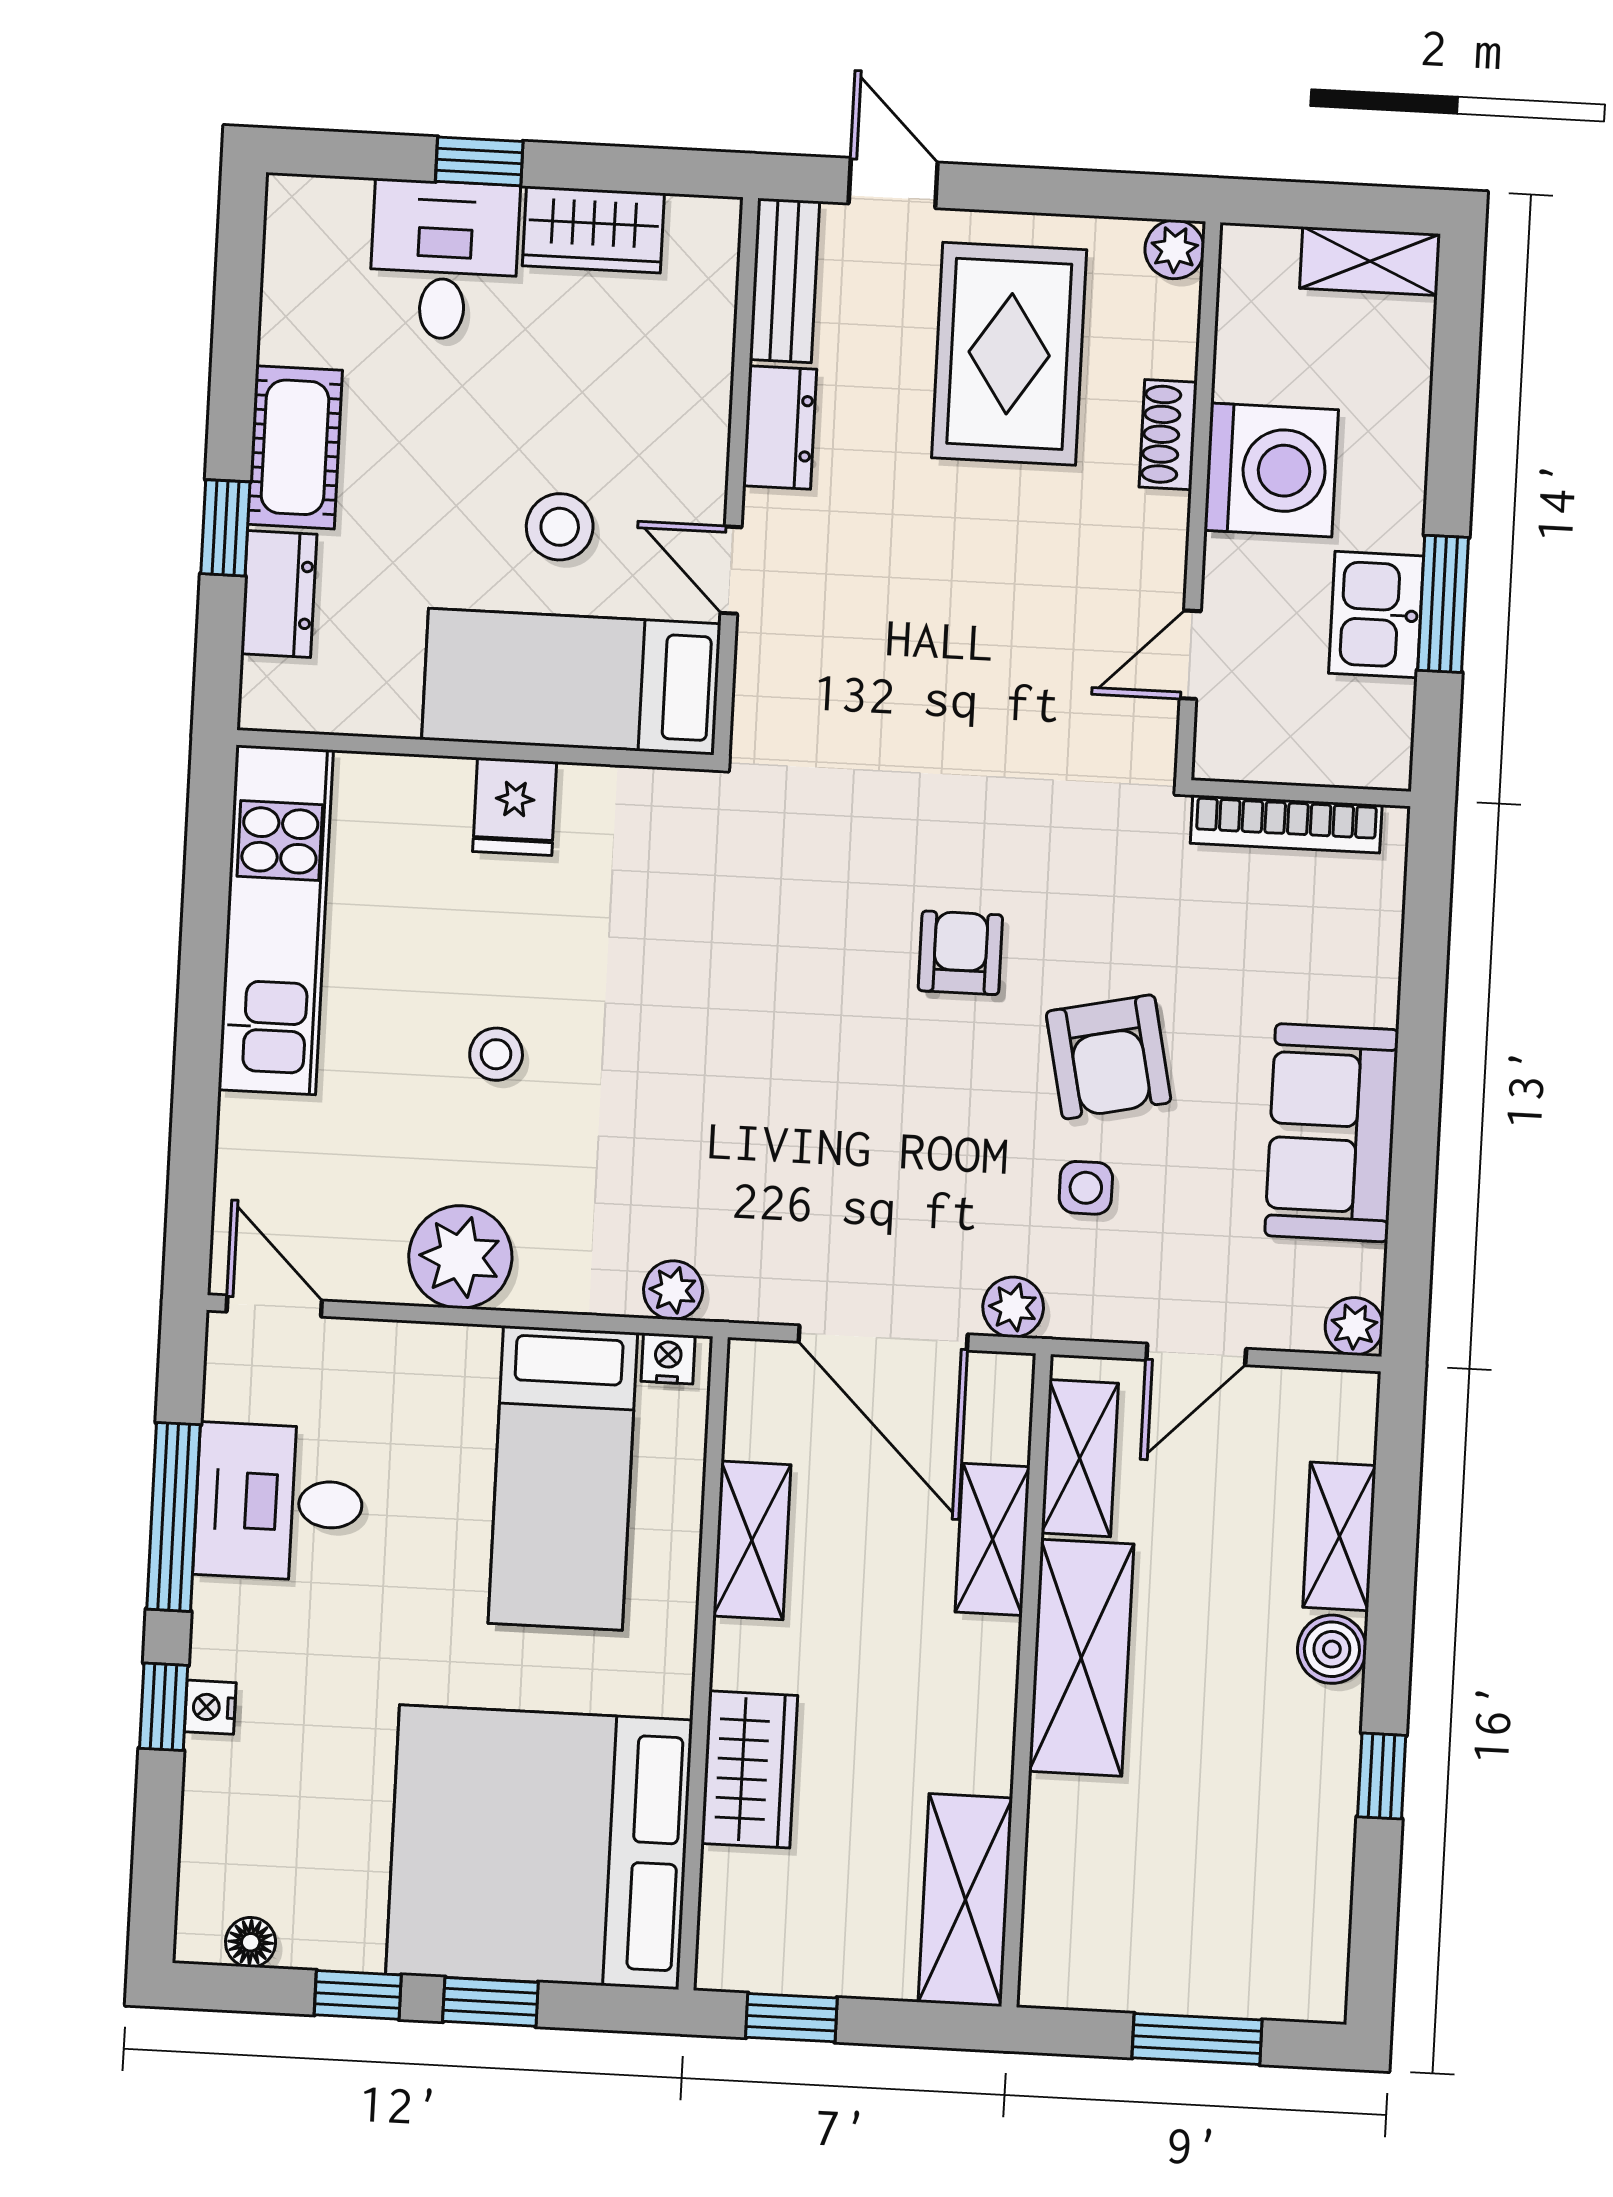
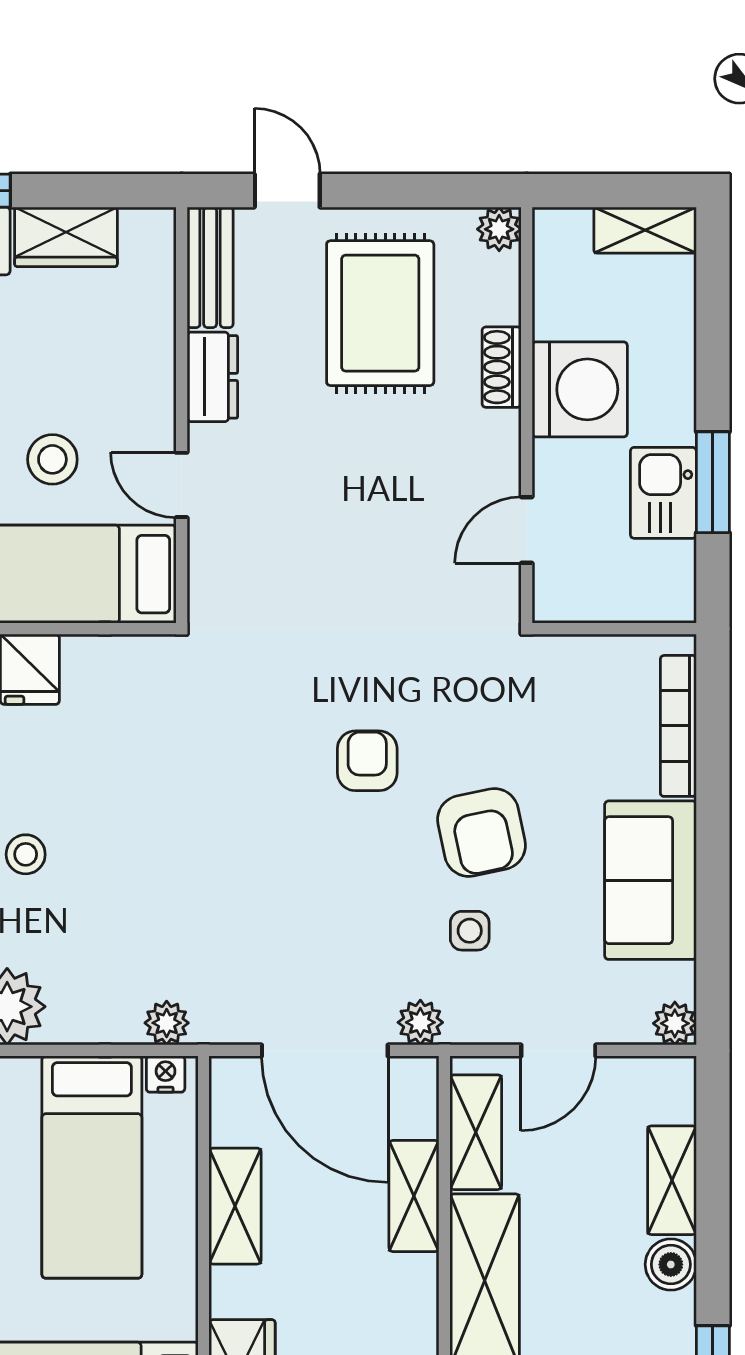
bookcase: (1286, 824) -> (678, 726), moved, turned 90

